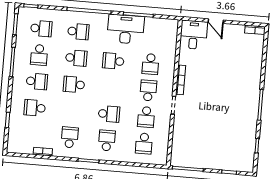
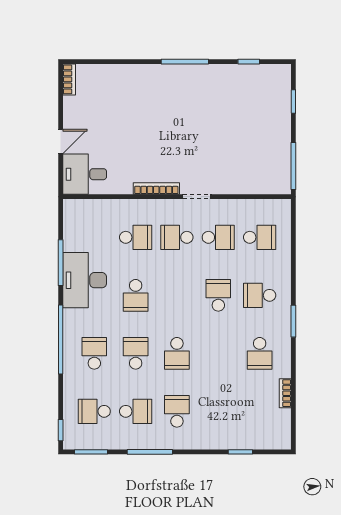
school desk: (41, 28) -> (94, 411), turned -90
school desk: (35, 108) -> (218, 411), removed
school desk: (70, 137) -> (260, 353), turned -90

